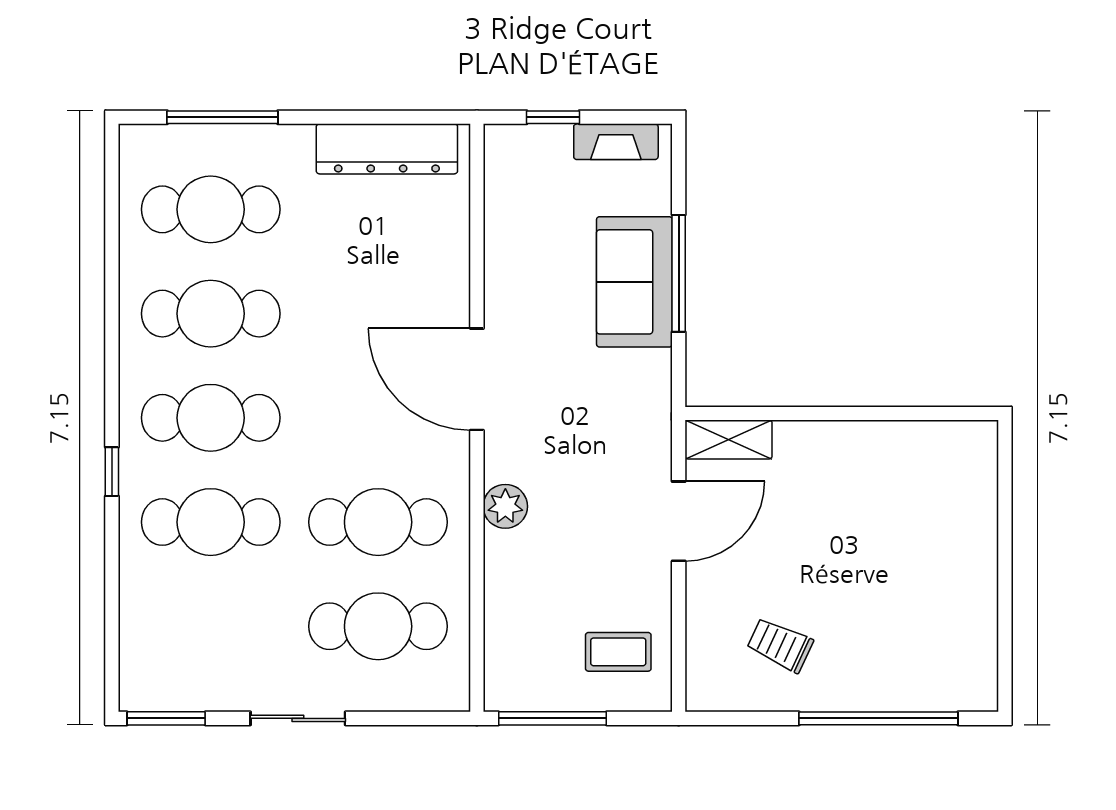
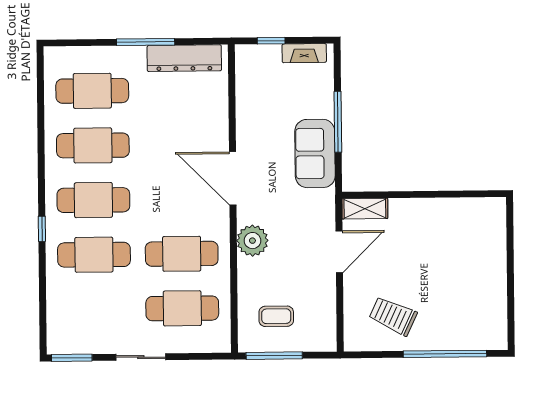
window: (222, 117) -> (146, 42), moved
sofa: (634, 282) -> (315, 153), moved
plant: (505, 506) -> (252, 241), width x1.36, depth x1.36
trolley: (780, 645) -> (393, 316), width x1.36, depth x1.39
coffee table: (618, 652) -> (276, 316), moved

